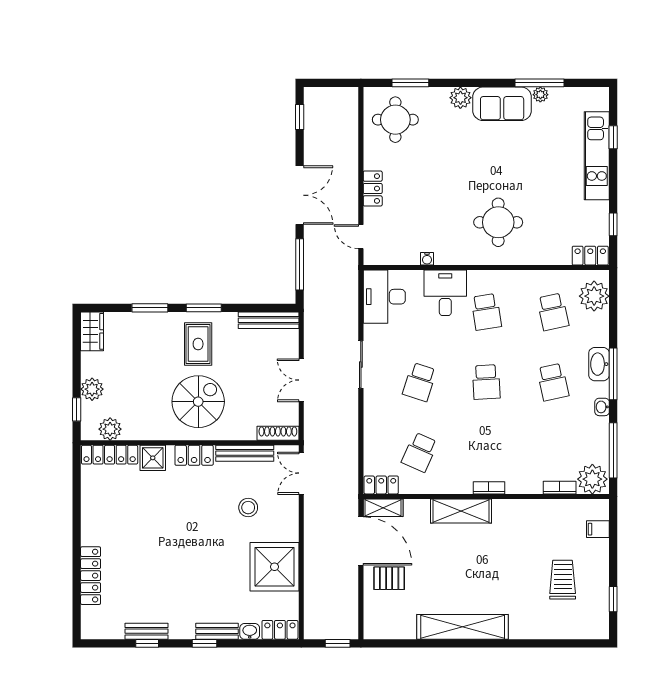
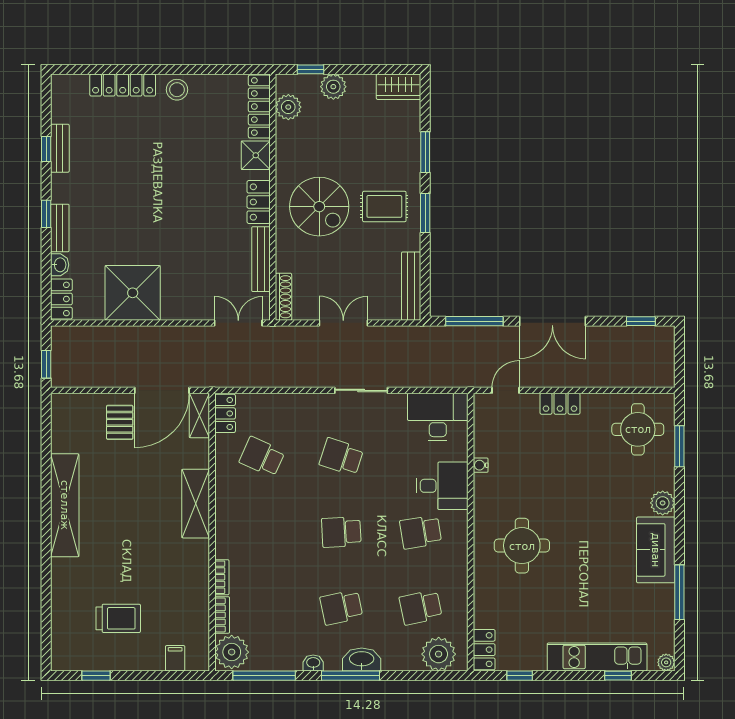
plant: (540, 95) -> (666, 662), moved
bookcase: (489, 488) -> (222, 577), moved
stool: (248, 508) -> (177, 90), moved

